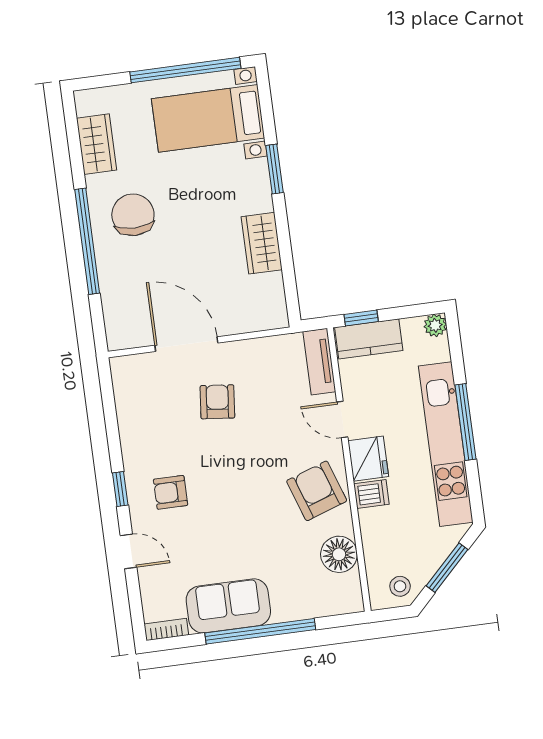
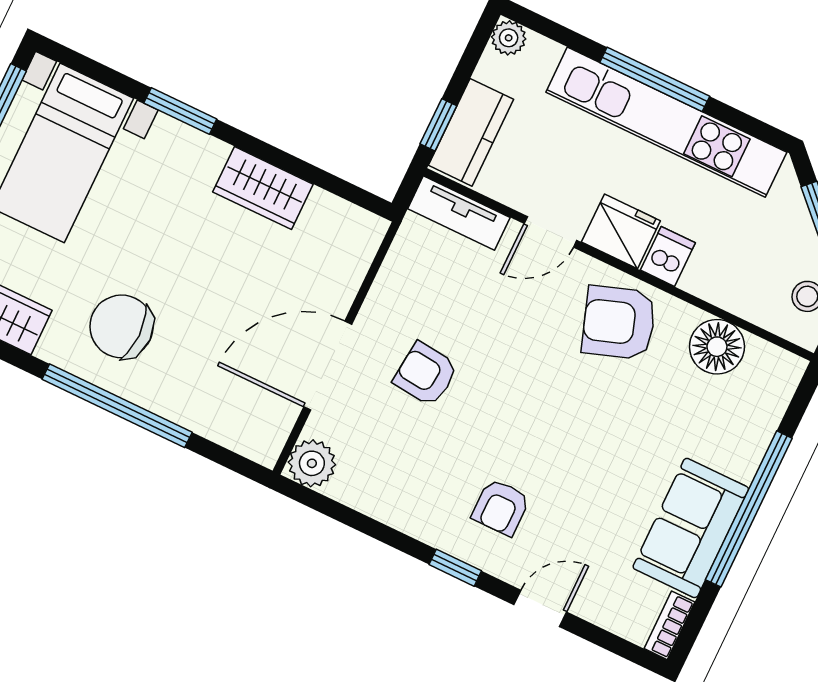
plant: (126, 371) -> (312, 463), added

